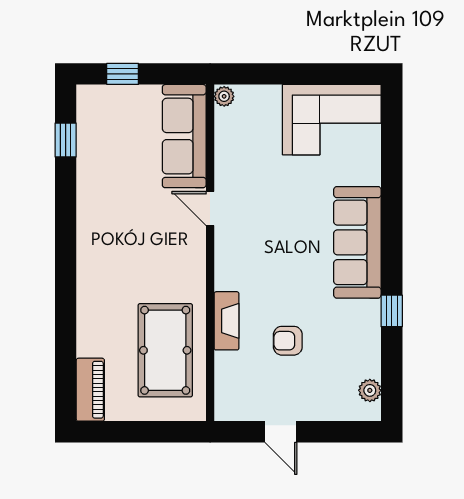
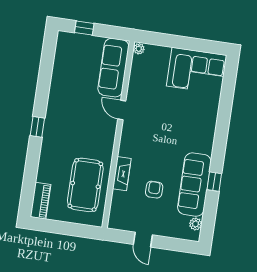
window: (66, 140) -> (37, 127), moved
sofa: (357, 242) -> (194, 185), moved
armchair: (288, 341) -> (154, 190), turned 90

